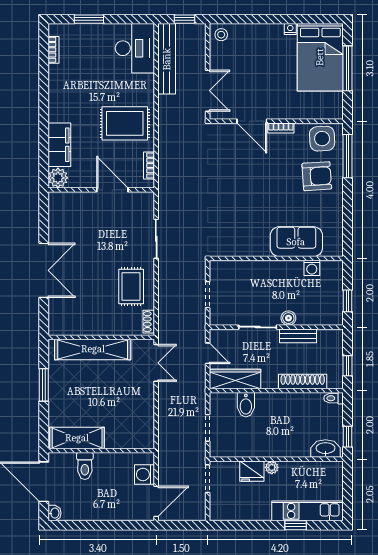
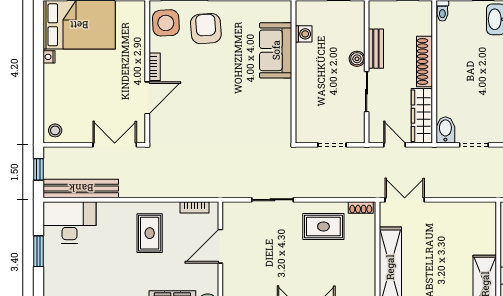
window: (89, 19) -> (38, 251), moved
rug: (125, 123) -> (150, 233), width x0.73, depth x0.70
door: (208, 353) -> (395, 145), hinge flipped
shoe rack: (303, 381) -> (425, 61), moved
bidet: (246, 405) -> (445, 130), moved, turned -90

